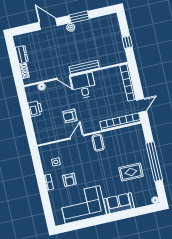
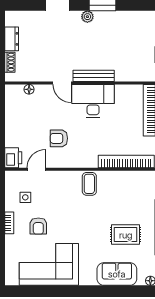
desk: (84, 86) -> (93, 101), width x1.37
printer: (35, 109) -> (13, 158), moved
door: (77, 137) -> (36, 169), moved
sofa: (119, 203) -> (117, 274), moved

